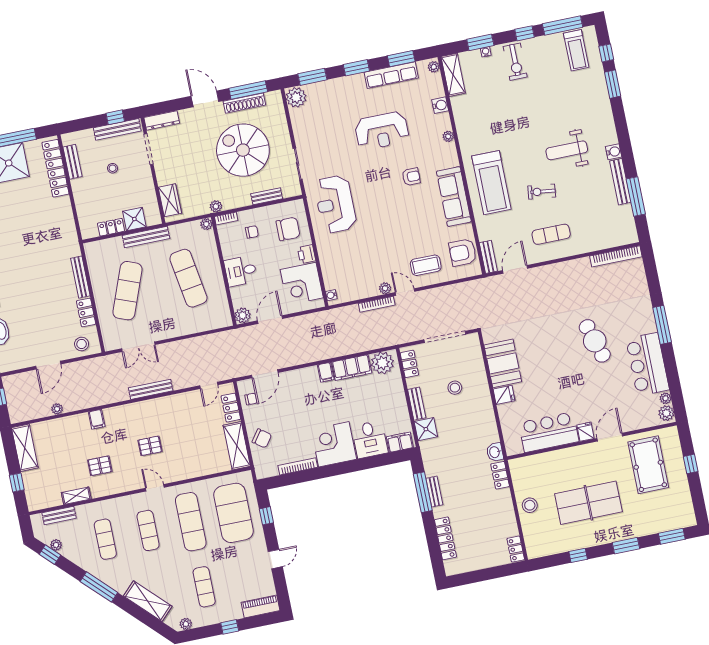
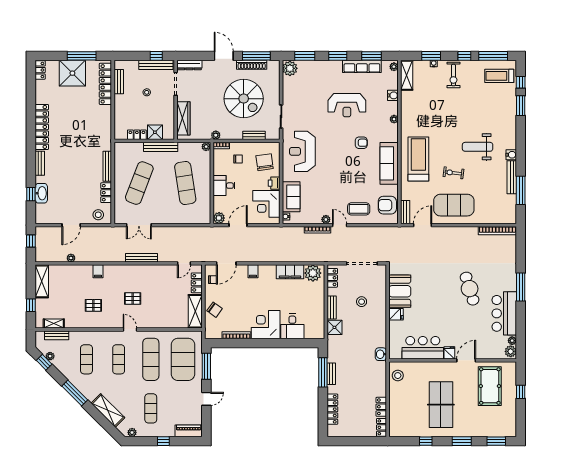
treadmill: (576, 50) -> (499, 76), turned 90
spiral stairs: (243, 150) -> (244, 99), turned 180
treadmill: (491, 183) -> (418, 159), turned 180
wardrobe: (170, 200) -> (183, 118), width x1.50
chair: (288, 229) -> (265, 162), turned -98
exercise mat: (551, 234) -> (454, 205), width x2.00, depth x1.45
sofa: (333, 268) -> (291, 197), added
filing cabinet: (326, 372) -> (253, 271), moved
filing cabinet: (400, 442) -> (314, 333), removed
locker: (500, 475) -> (381, 407), moved
shelving: (76, 496) -> (54, 324), moved
table tennis table: (588, 503) -> (441, 405), turned 90
stool: (530, 505) -> (398, 376), moved
window: (266, 516) -> (206, 366), width x2.17

